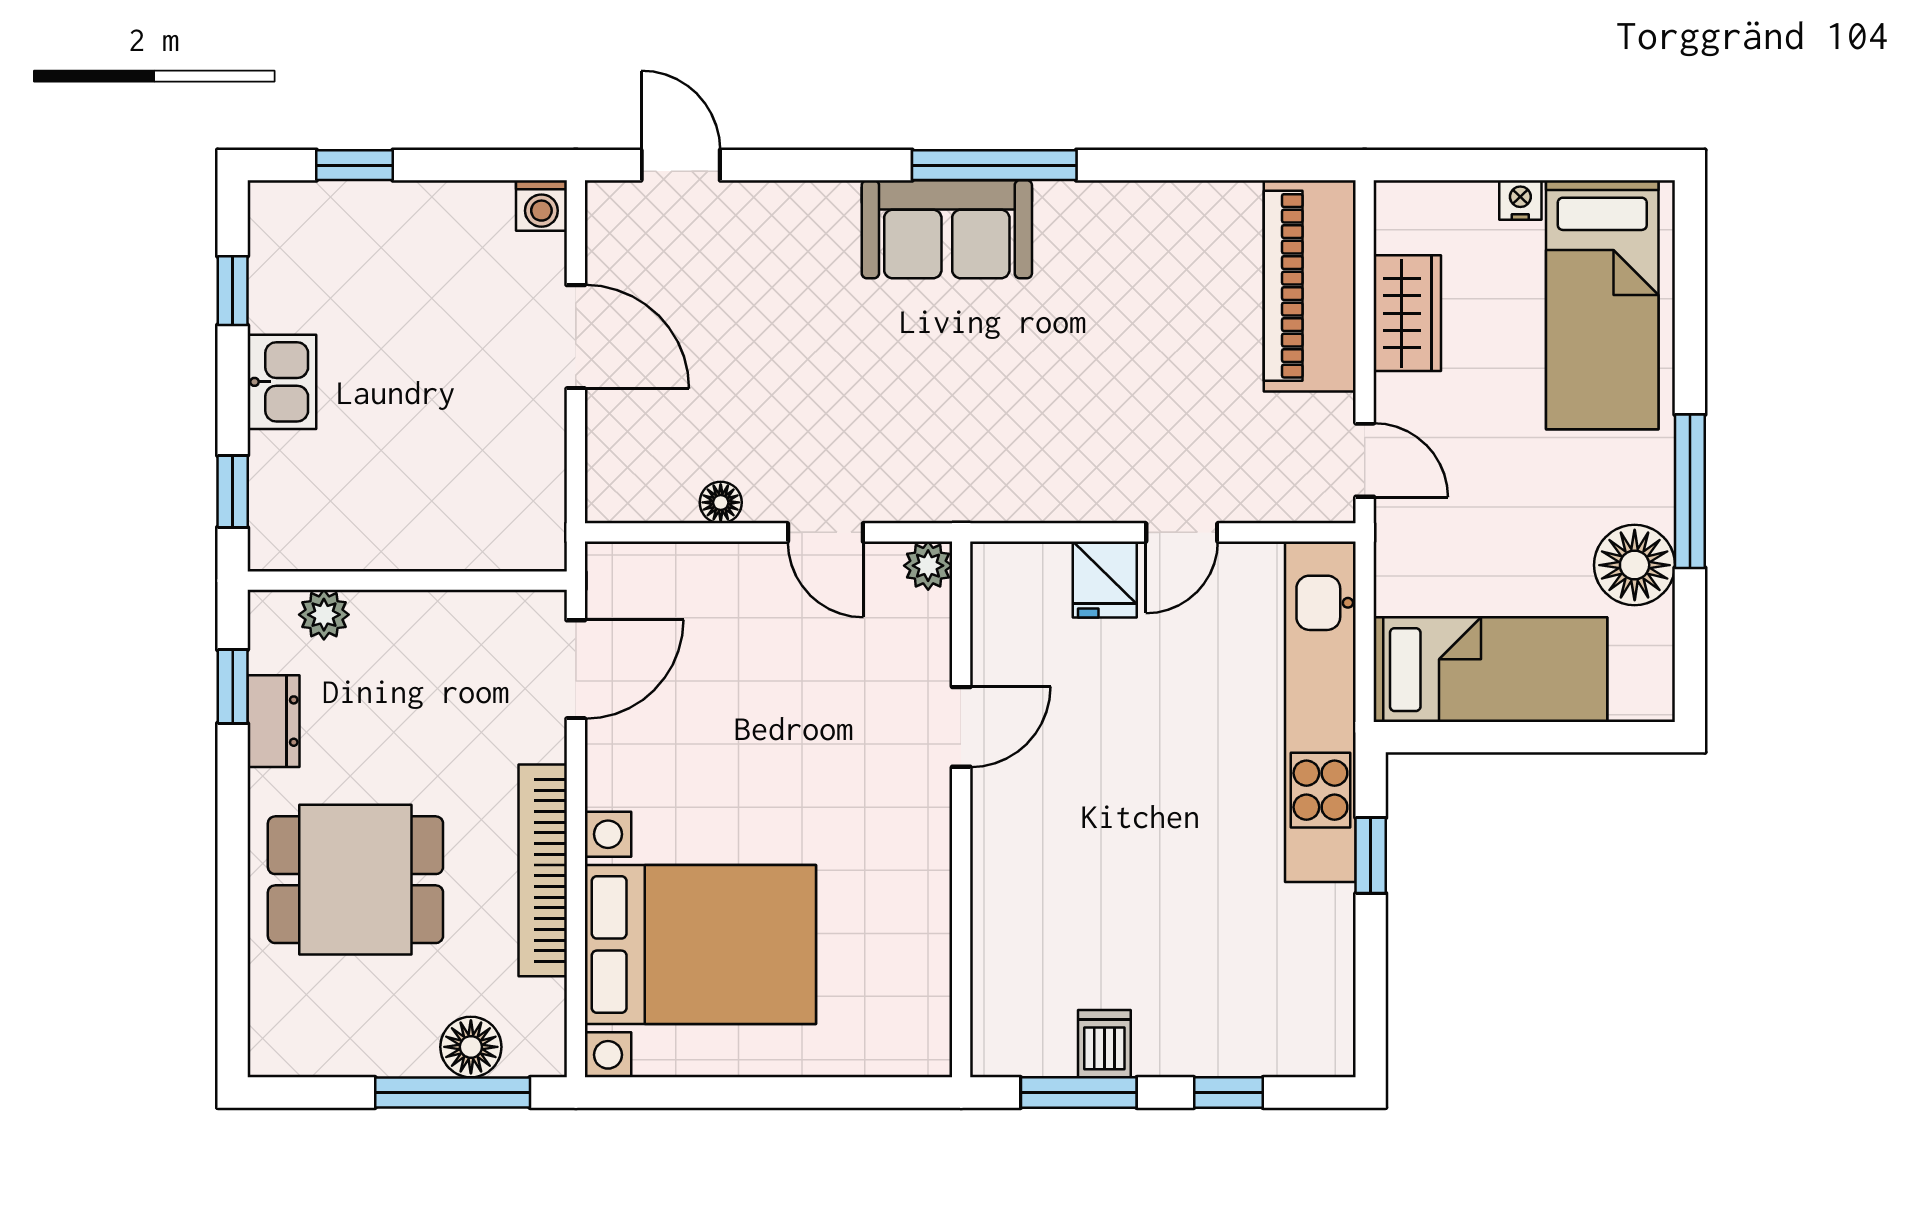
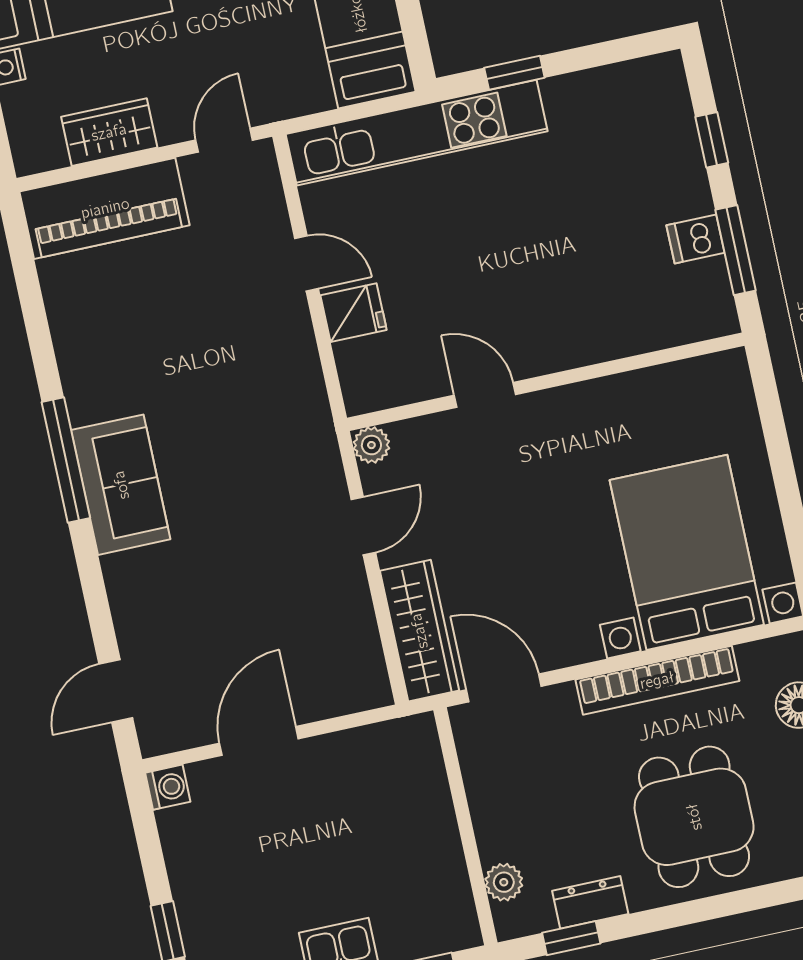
floor lamp: (721, 502) -> (358, 608), removed
wardrobe: (674, 576) -> (419, 631), added

